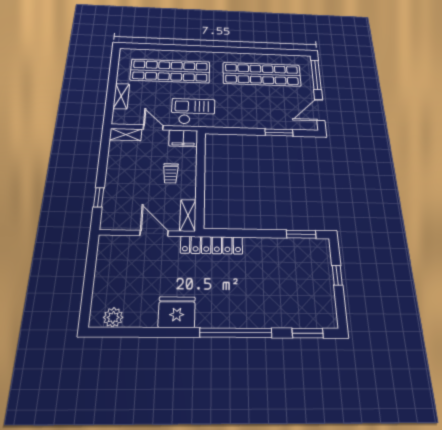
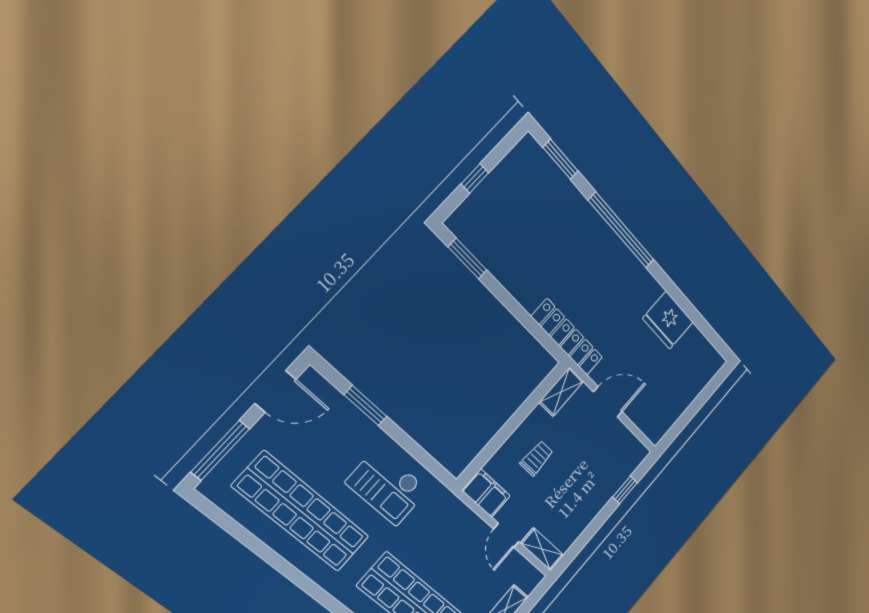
checkout: (193, 111) -> (387, 486), moved
door: (154, 233) -> (608, 402), swing flipped
fridge: (177, 312) -> (668, 320), moved
plant: (113, 317) -> (703, 351), removed

